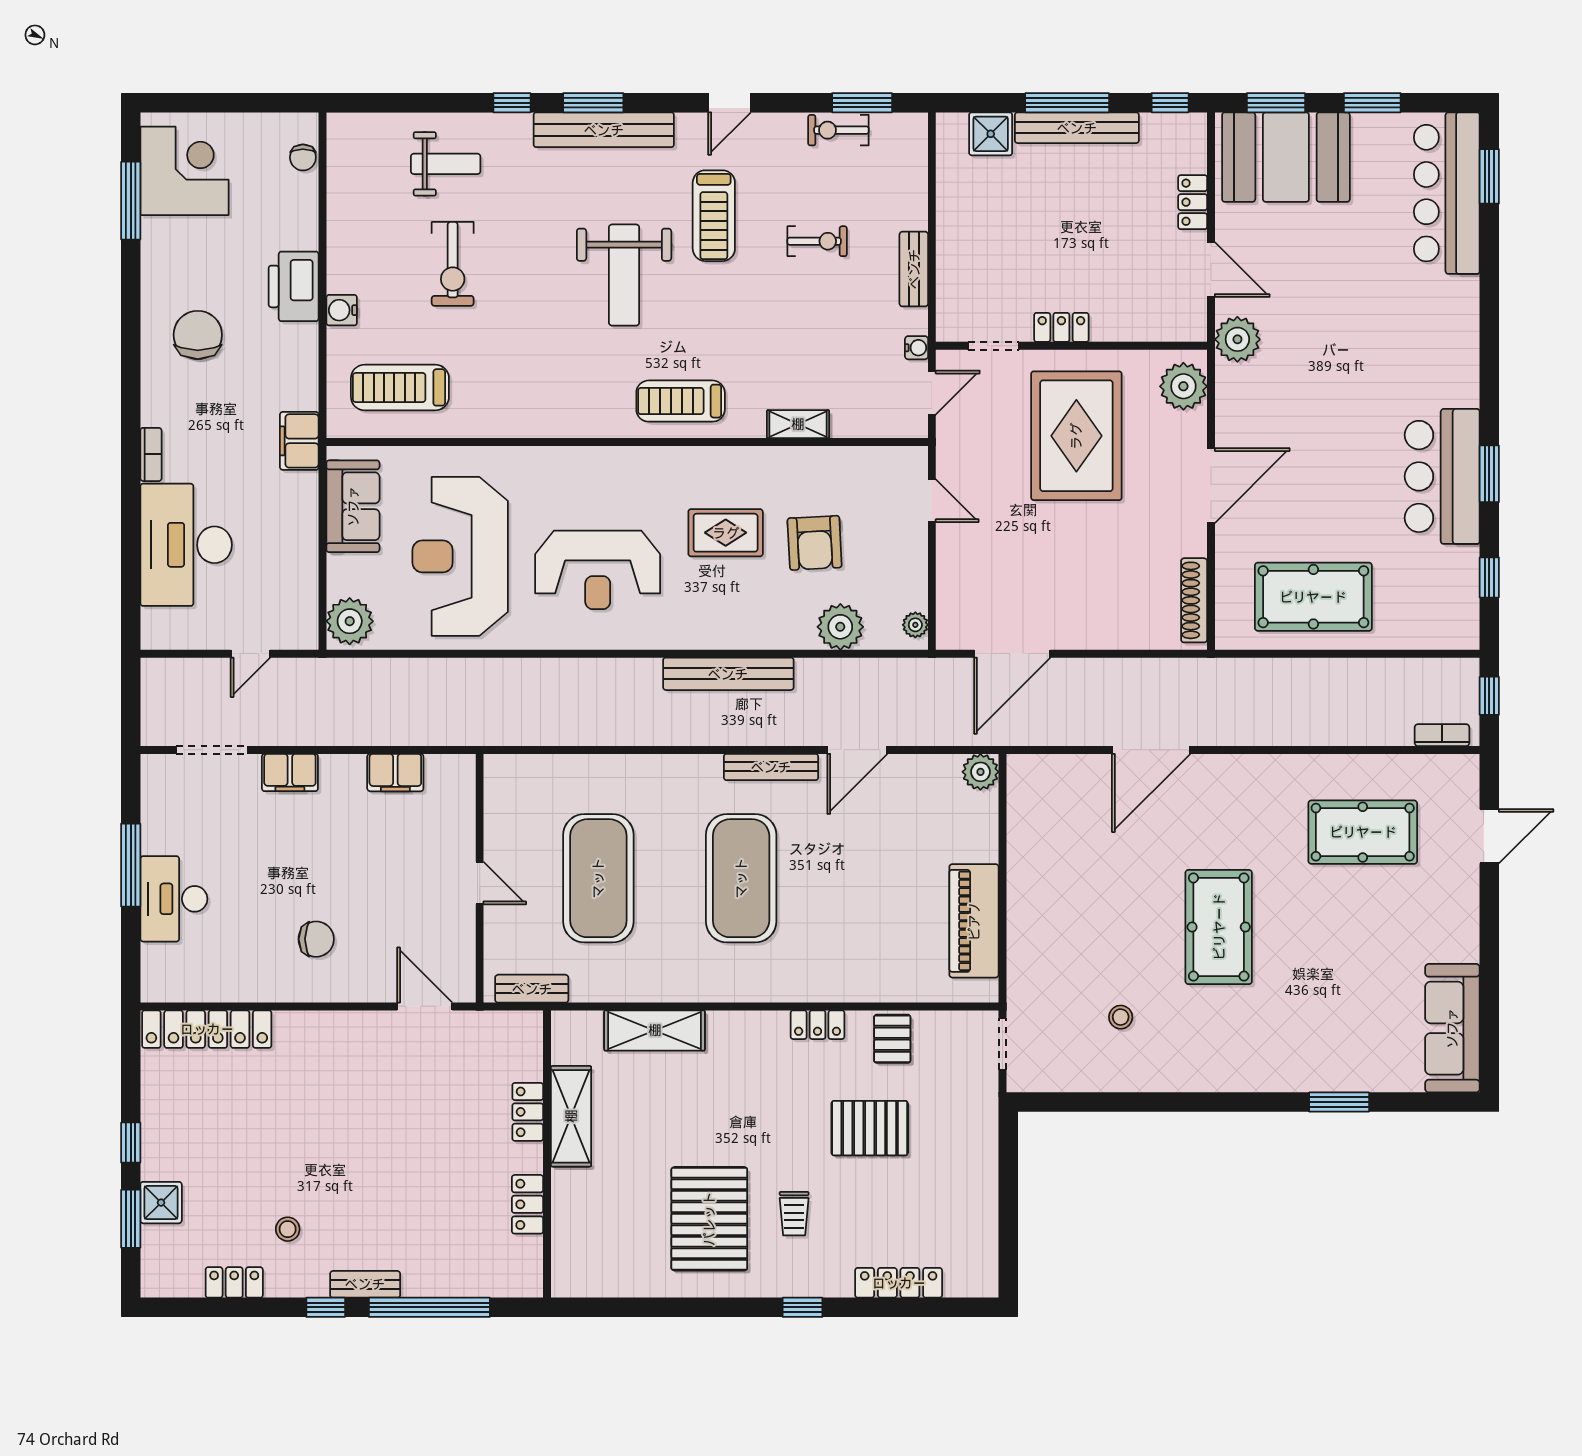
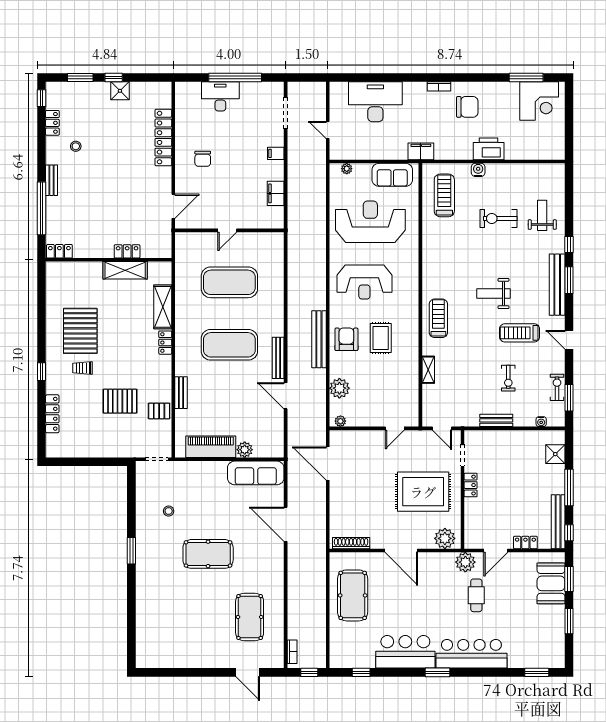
bench: (1077, 128) -> (558, 522), moved
chair: (303, 157) -> (545, 153), removed
booth: (1286, 157) -> (551, 583), width x0.73, depth x0.70
weight bench: (446, 164) -> (542, 215), turned 180
bar counter: (1447, 193) -> (471, 654), moved
weight bench: (624, 275) -> (494, 294), width x0.73, depth x0.75
cafe table: (1313, 314) -> (476, 595), added
water cooler: (917, 348) -> (541, 422), moved
bookcase: (151, 454) -> (439, 86), moved
window: (1489, 474) -> (438, 672), moved
armchair: (815, 543) -> (346, 339), moved, turned 93
reception desk: (598, 570) -> (364, 282), turned -90
plant: (350, 621) -> (347, 169), width x0.53, depth x0.53
filing cabinet: (290, 772) -> (276, 153), width x0.50
plant: (980, 772) -> (245, 450), moved
window: (131, 865) -> (235, 78), width x1.46
bench: (532, 989) -> (181, 393), moved
locker: (818, 1025) -> (165, 343), moved
sofa: (1452, 1028) -> (256, 473), moved, turned 180
locker: (207, 1029) -> (163, 138), moved
window: (1339, 1102) -> (131, 551), moved
pallet: (870, 1128) -> (120, 401), turned 90
shower: (161, 1203) -> (120, 91), moved
locker: (527, 1204) -> (59, 251), moved
pallet: (709, 1219) -> (80, 331), turned 90
window: (326, 1307) -> (41, 98), moved

